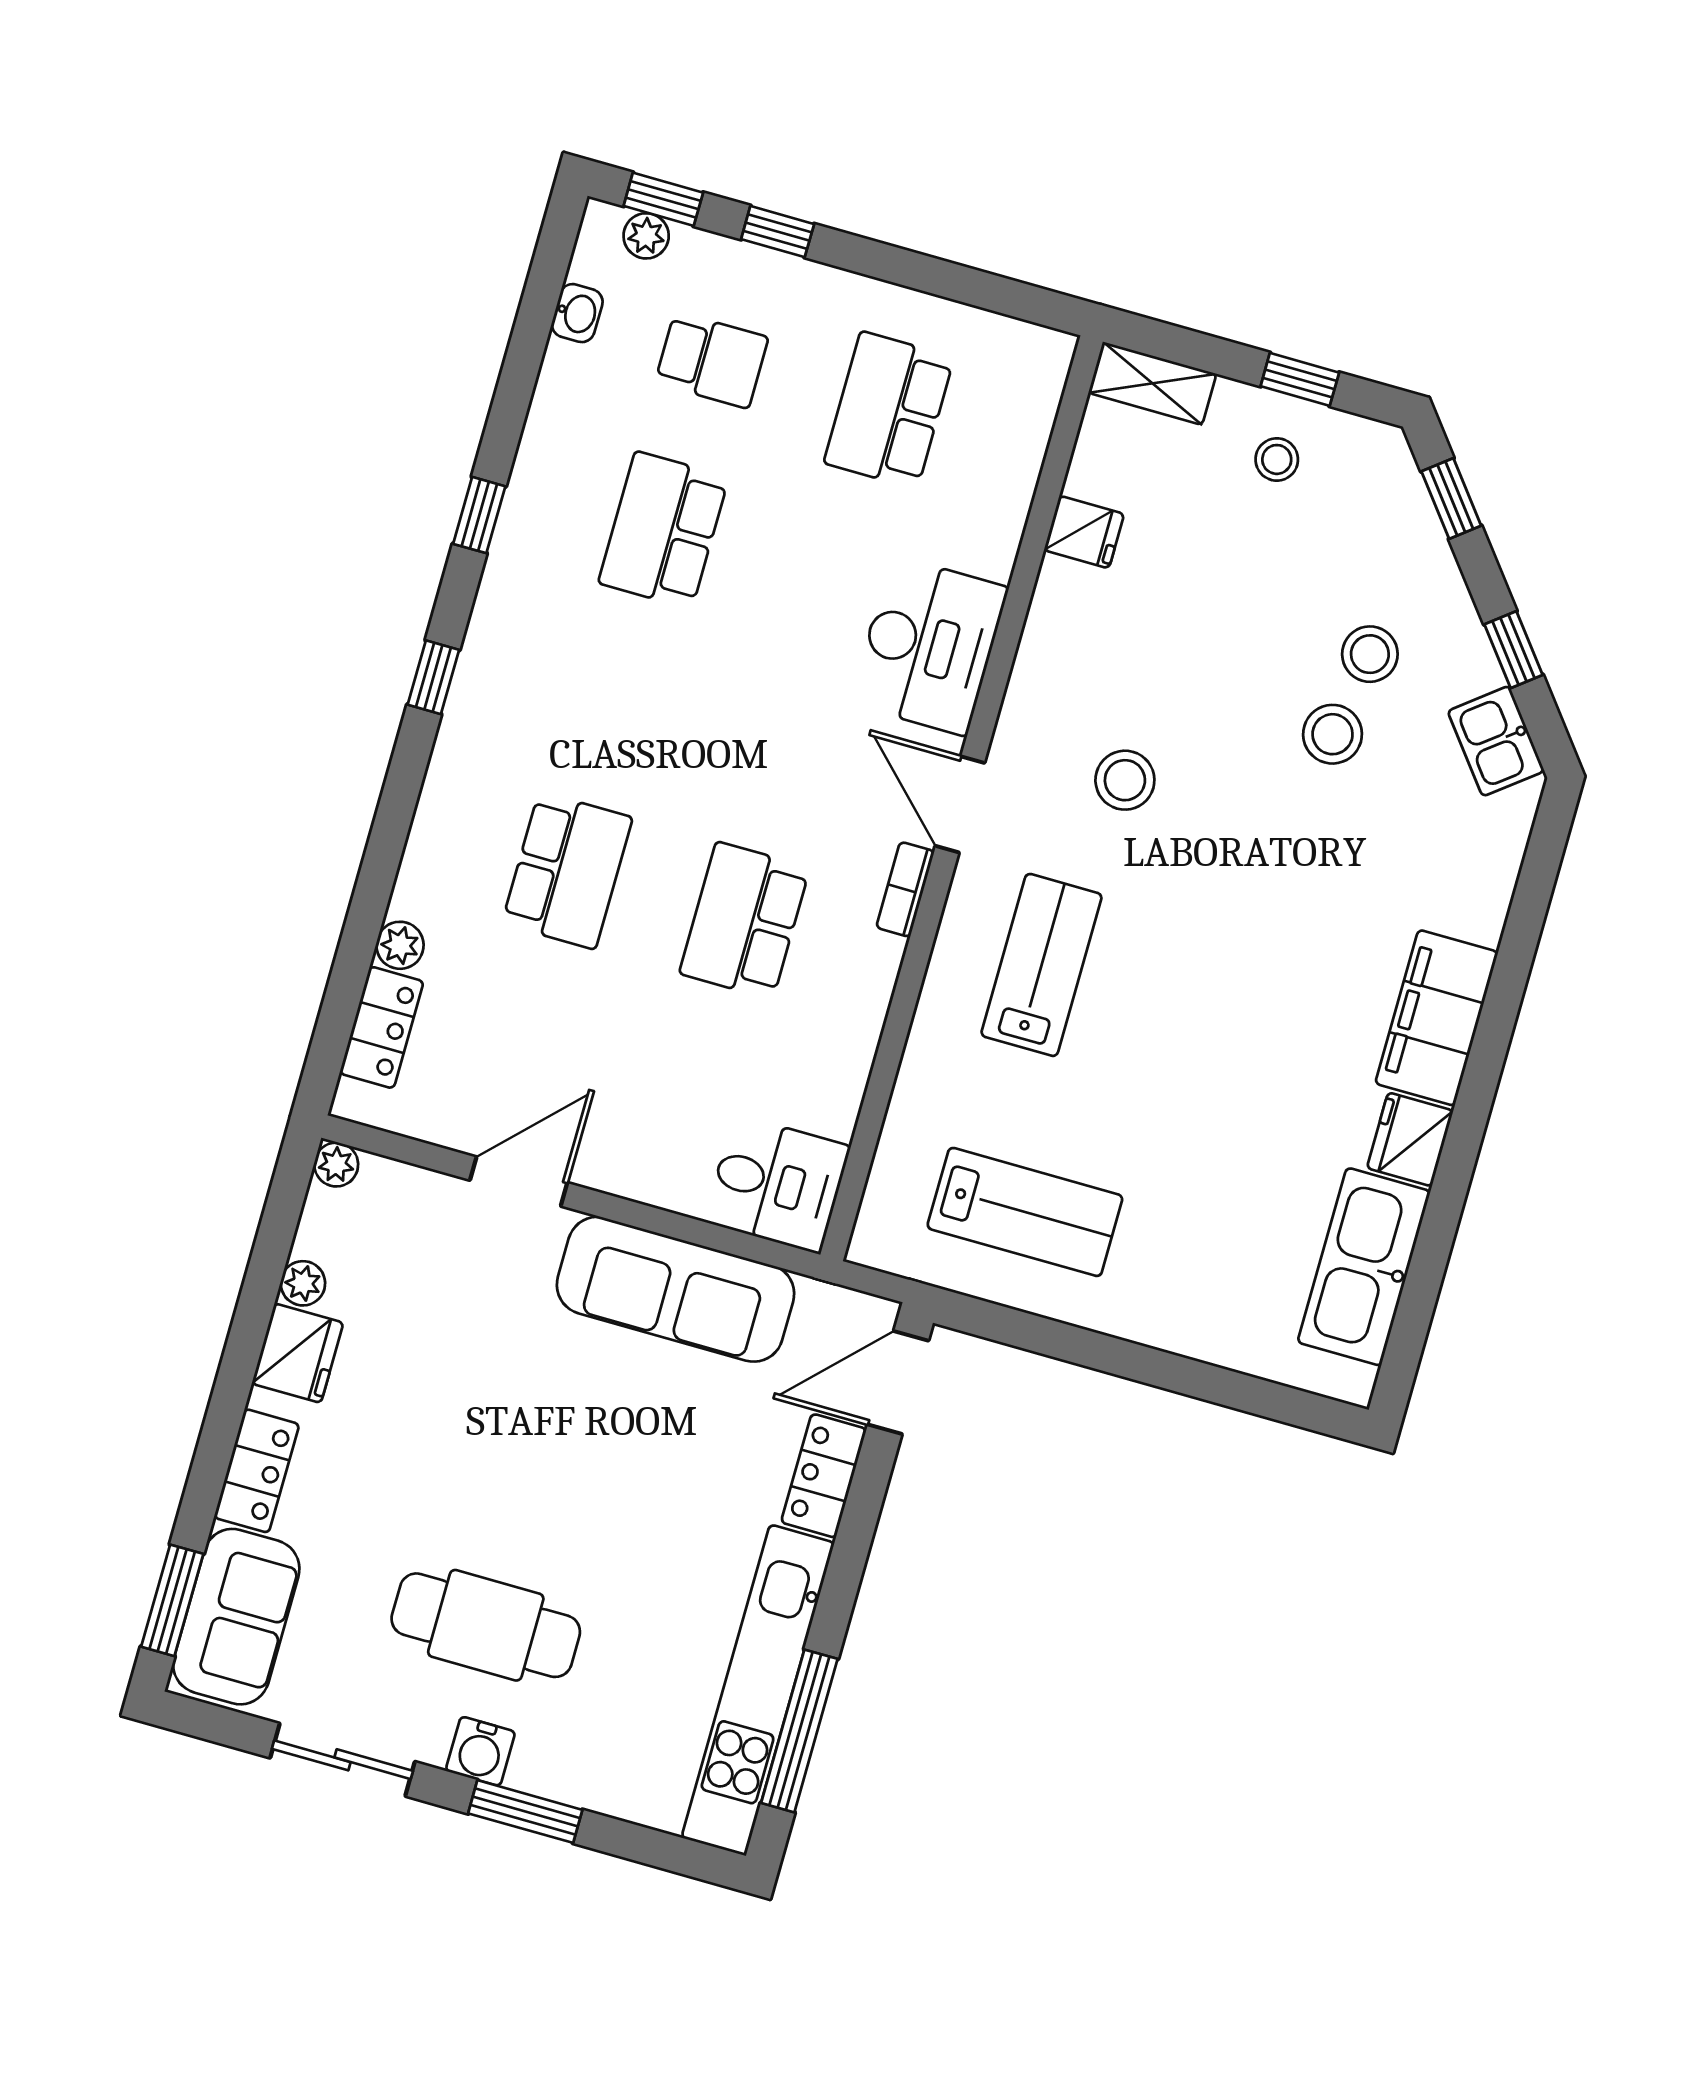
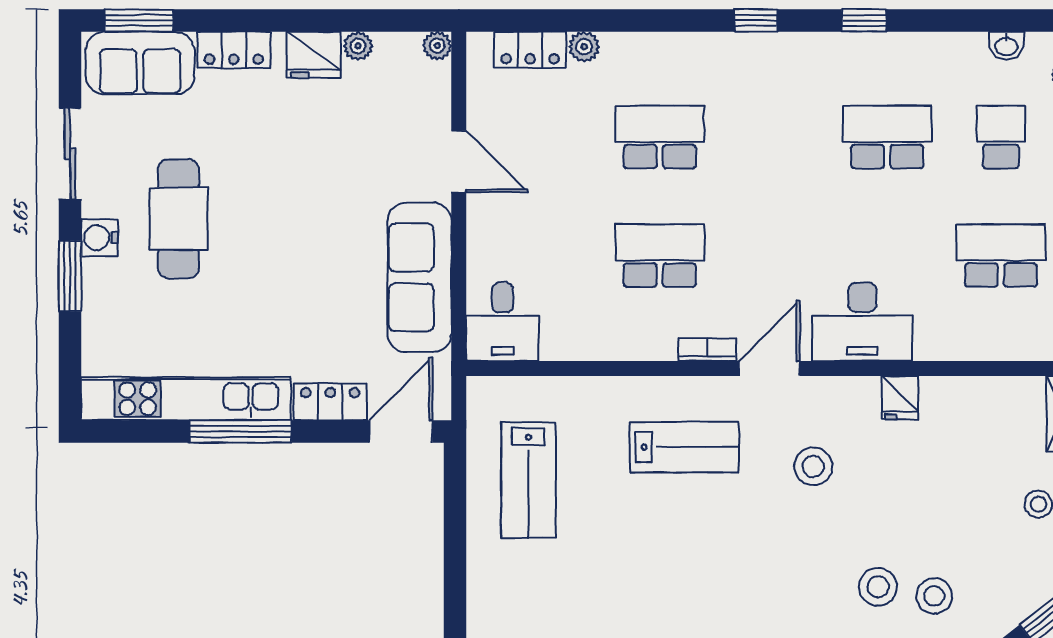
school desk: (712, 360) -> (1001, 137), turned 180
fridge: (1084, 532) -> (900, 398), moved
school desk: (567, 870) -> (660, 137), turned 180
door: (898, 1383) -> (401, 431), hinge flipped
window: (799, 1731) -> (240, 431), moved

